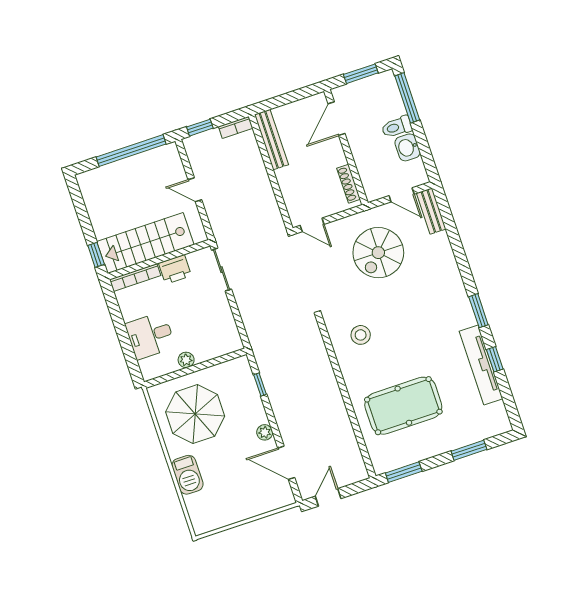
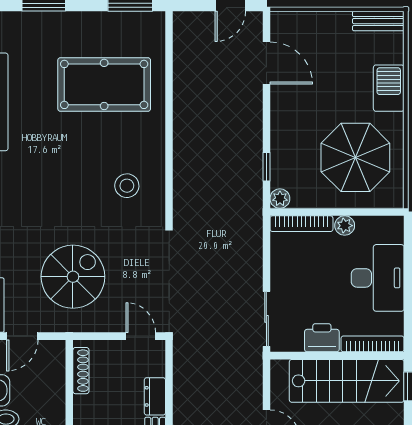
dresser: (286, 183) -> (155, 396), added
door: (402, 195) -> (22, 336), swing flipped
desk: (150, 336) -> (378, 278), width x1.37
bookcase: (219, 350) -> (301, 224), added
plant: (265, 432) -> (280, 199), moved
bench: (212, 523) -> (378, 21), added

